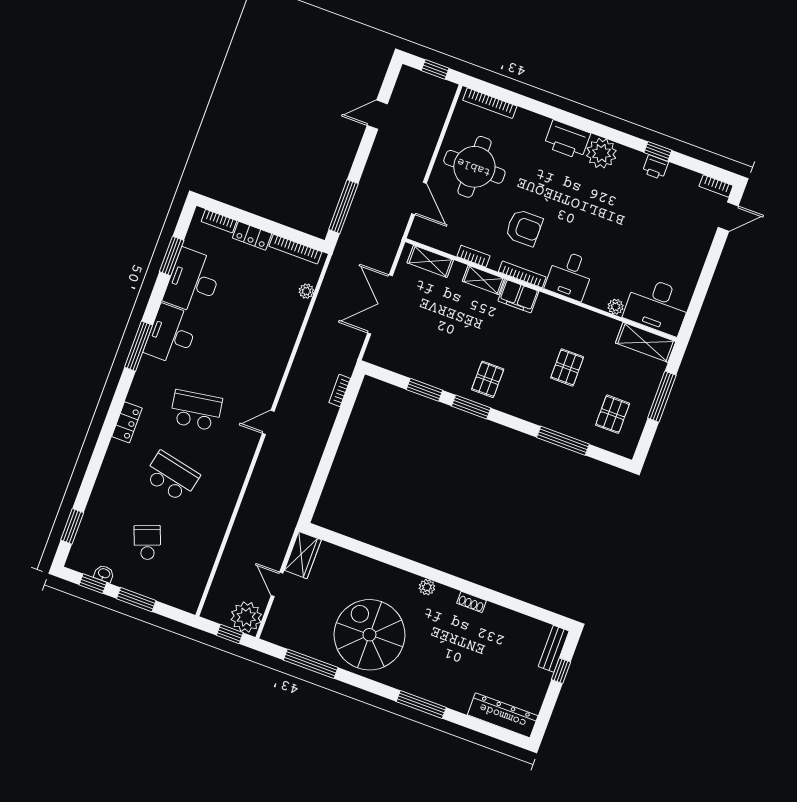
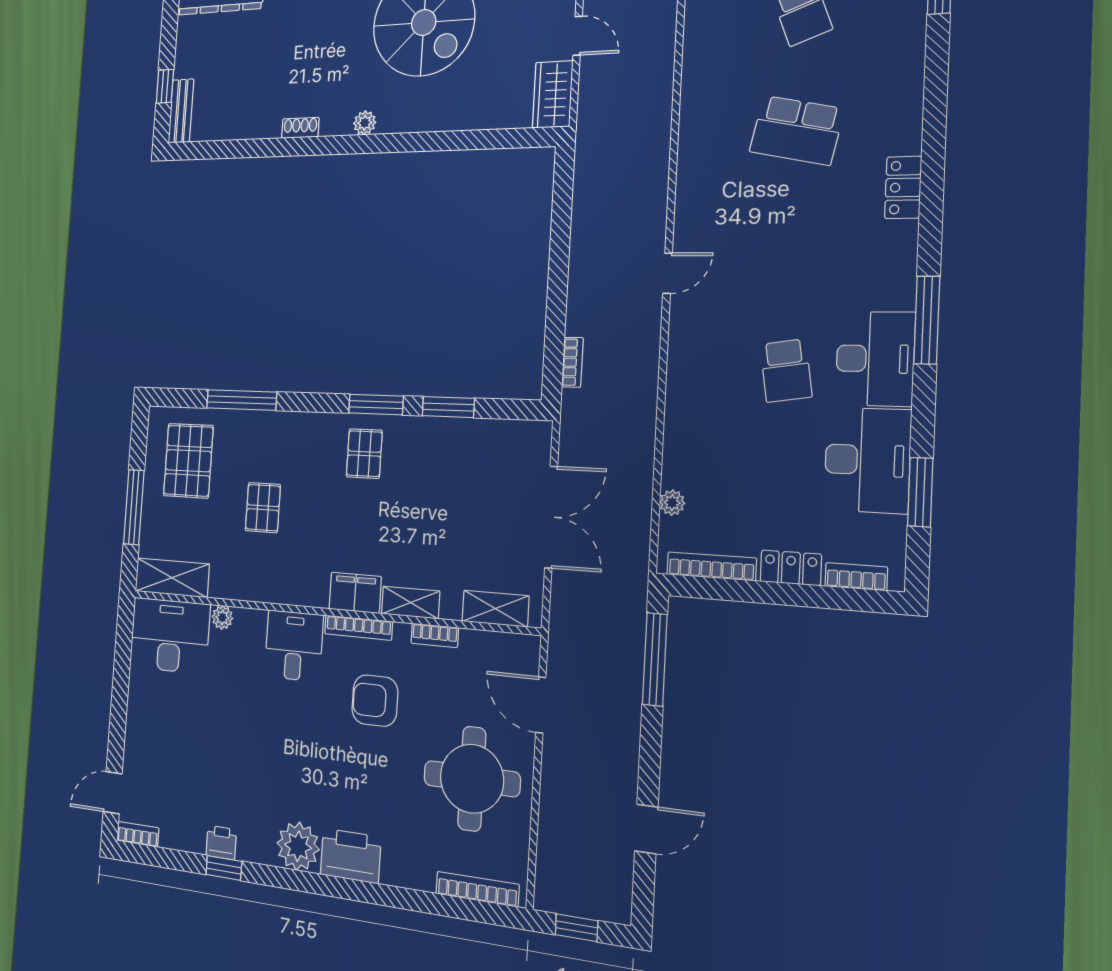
school desk: (196, 410) -> (786, 371), moved, width x0.54
pallet: (613, 414) -> (188, 461), width x1.50, depth x1.42

